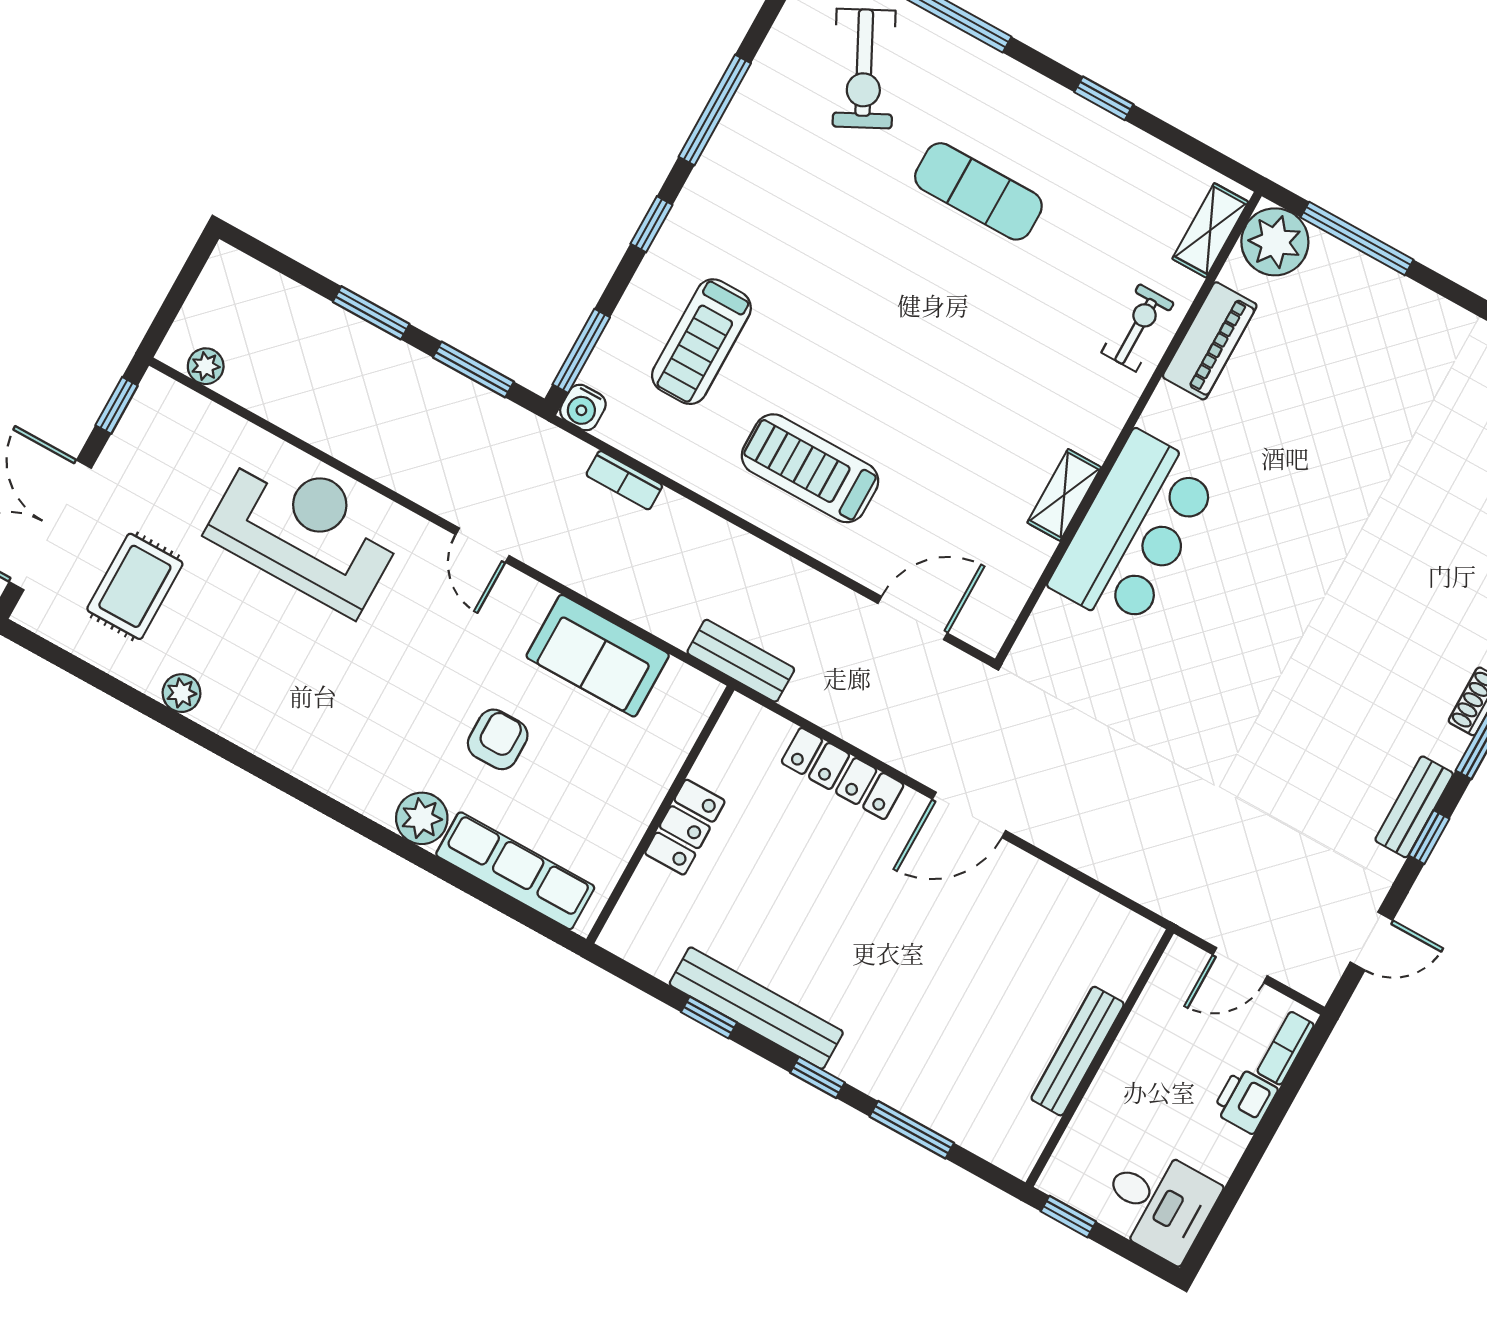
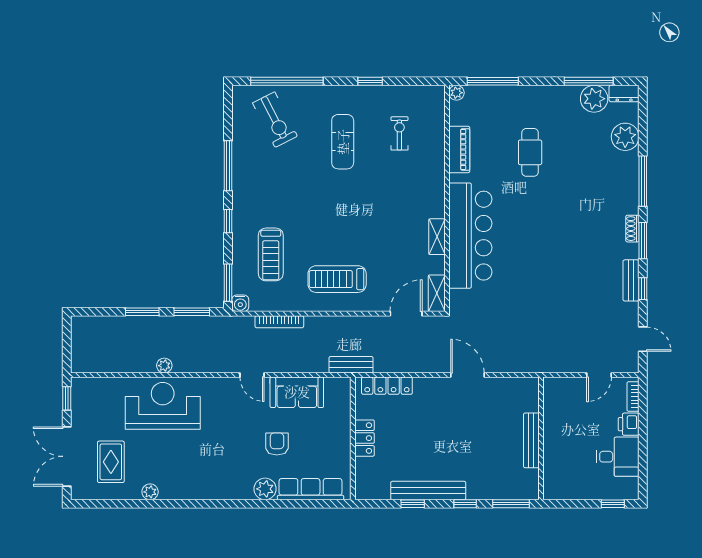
exercise mat: (978, 191) -> (343, 142), turned 90
shelving: (1210, 230) -> (437, 293), moved
plant: (1275, 242) -> (456, 93), width x0.53, depth x0.53
exercise bike: (1138, 328) -> (399, 133), moved
plant: (206, 366) -> (164, 366), moved
cafe table: (1352, 427) -> (530, 152), added
bookcase: (624, 480) -> (279, 322), width x1.56
bar counter: (1134, 531) -> (470, 236), width x1.36
door: (482, 545) -> (252, 375), moved
locker: (843, 773) -> (387, 386), moved
door: (969, 815) -> (467, 375), swing flipped
door: (1371, 941) -> (643, 339), hinge flipped
bench: (1078, 1051) -> (531, 440), moved
wall: (1100, 1058) -> (541, 438), moved
desk: (1159, 1203) -> (618, 457), moved
window: (1068, 1217) -> (613, 504), moved

